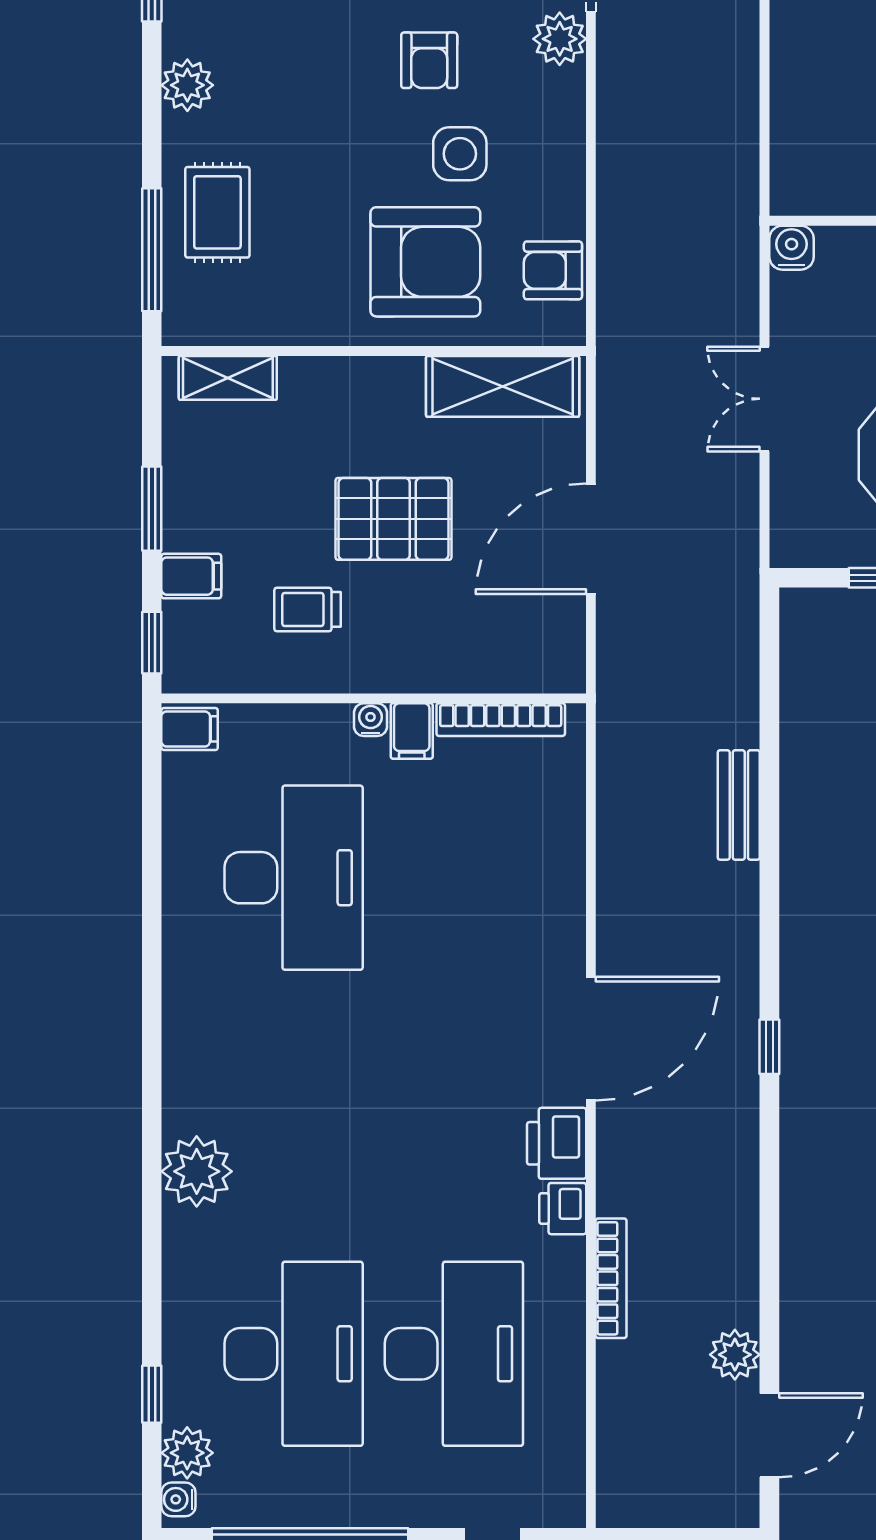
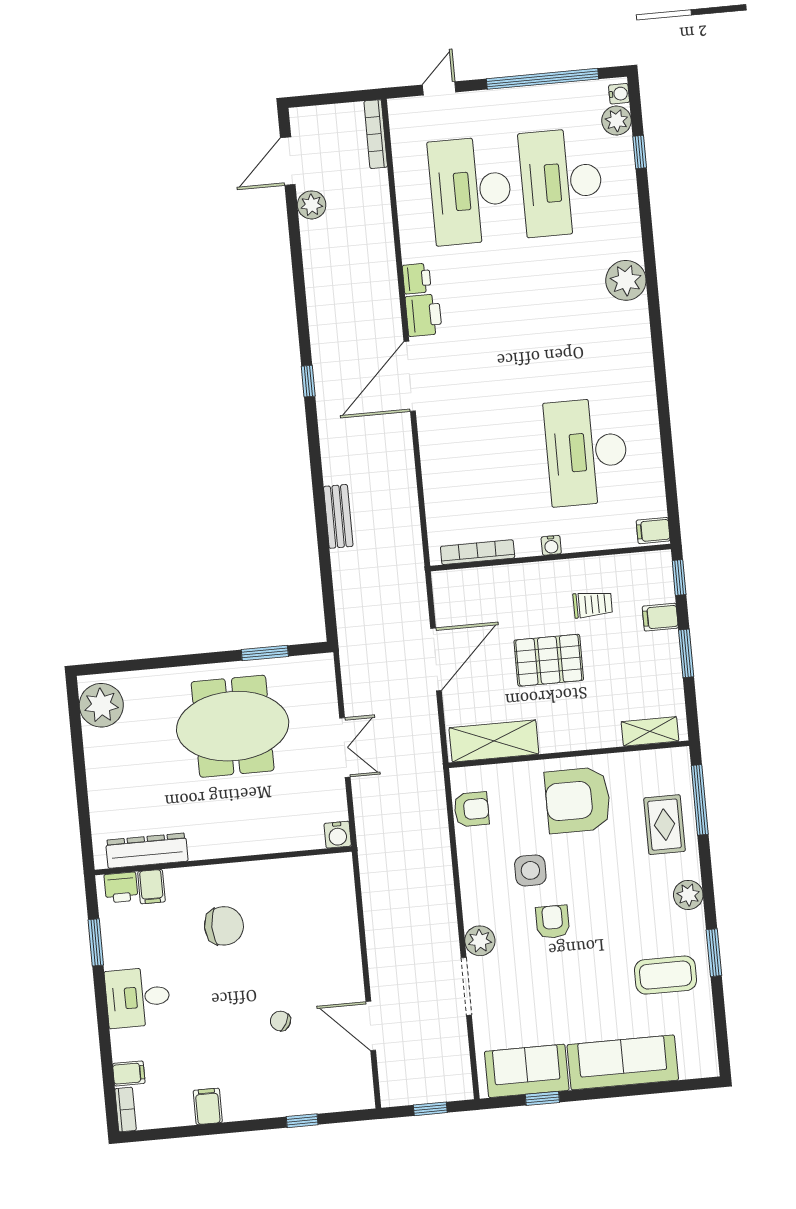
armchair: (425, 262) -> (578, 800), moved
filing cabinet: (412, 731) -> (527, 541), removed
bookcase: (611, 1278) -> (376, 134), moved

